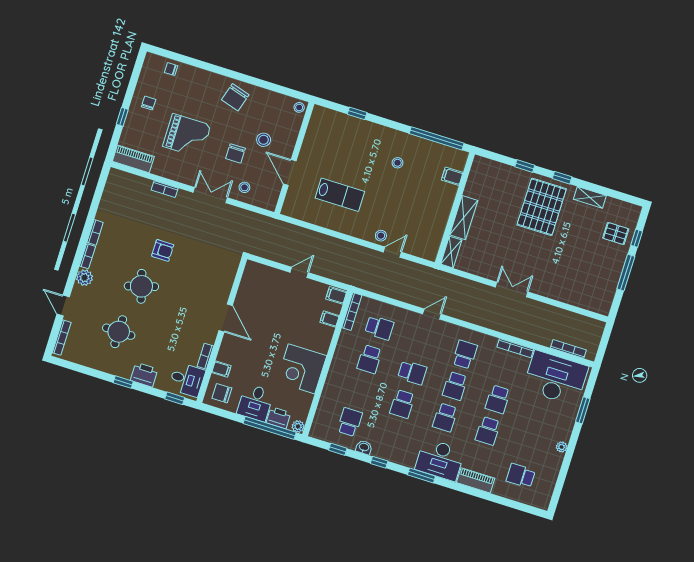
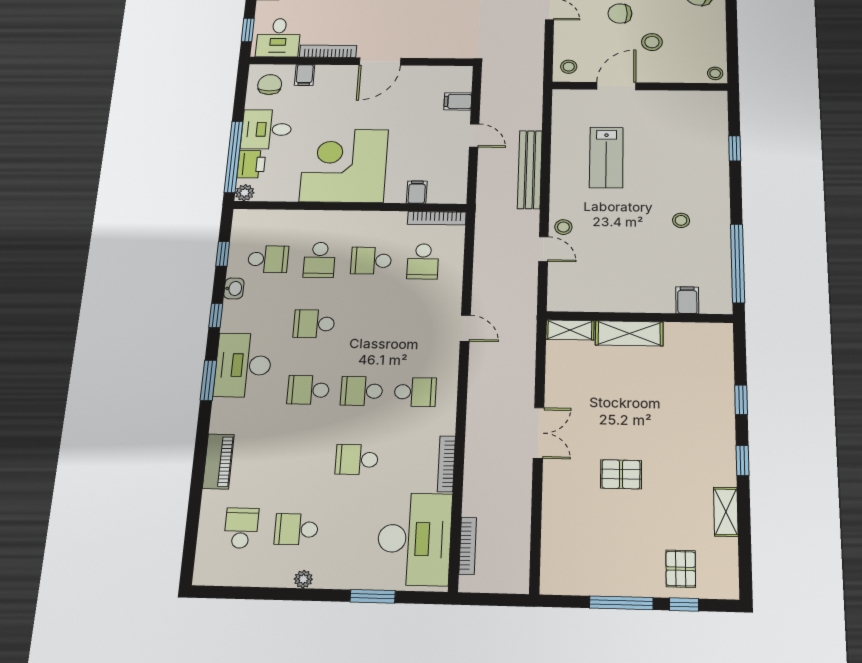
stool: (244, 187) -> (569, 67), moved
pallet: (542, 207) -> (621, 474), moved, width x0.49, depth x0.50
bench: (334, 245) -> (530, 169), added
filing cabinet: (336, 295) -> (458, 101), moved, turned -90
bookcase: (205, 356) -> (328, 51), width x1.56
corner desk: (302, 369) -> (344, 165), width x1.36, depth x1.36
school desk: (412, 373) -> (319, 260), moved
school desk: (488, 431) -> (296, 529), moved
desk: (440, 460) -> (243, 365), moved

